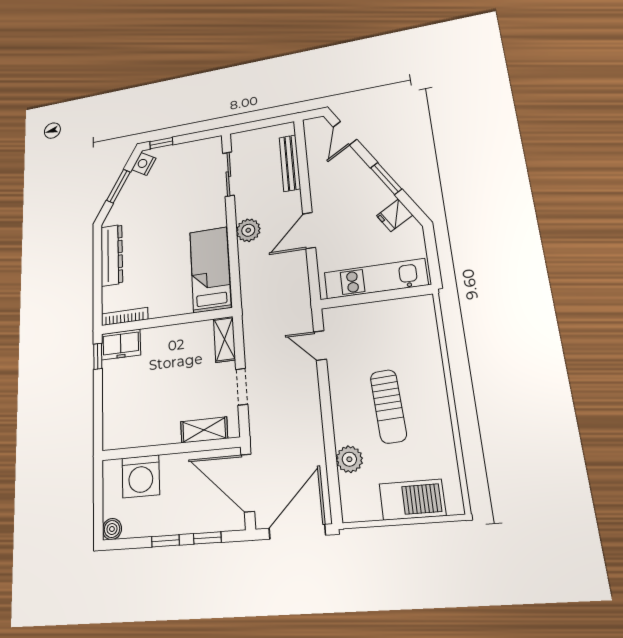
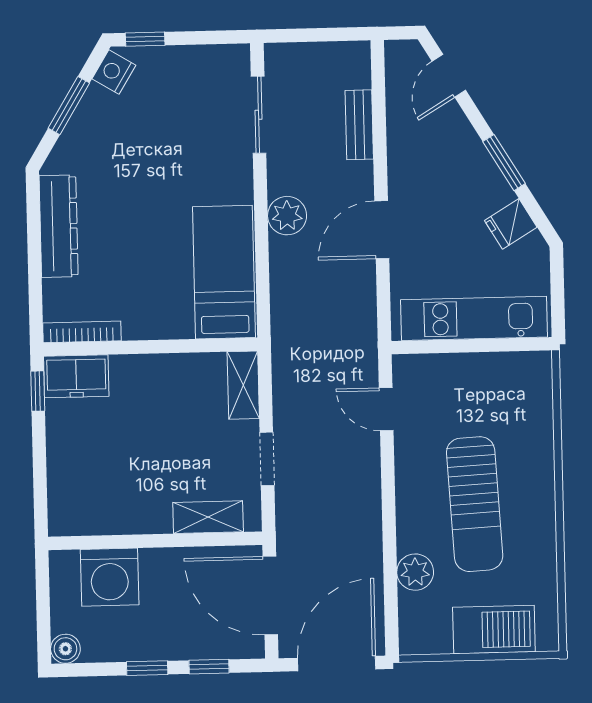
bench: (290, 163) -> (359, 125), width x0.73
sun lounger: (388, 406) -> (475, 504), width x1.36, depth x1.34

